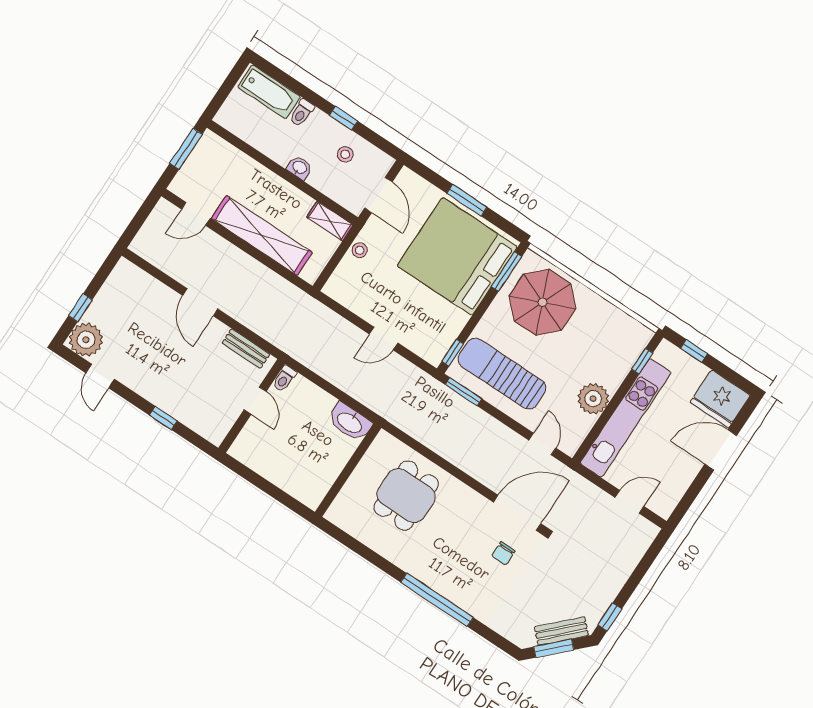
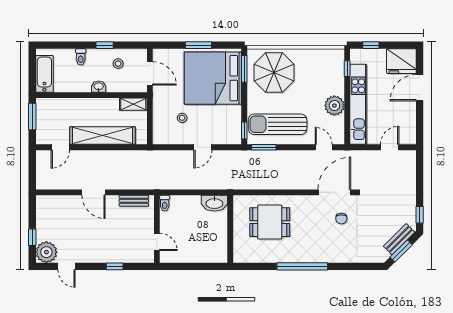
bathtub: (269, 92) -> (44, 74), moved, turned -90
stool: (360, 250) -> (182, 118), moved
door: (255, 401) -> (157, 242), moved
dining table: (406, 495) -> (270, 222), turned 90
window: (437, 600) -> (302, 266), moved

